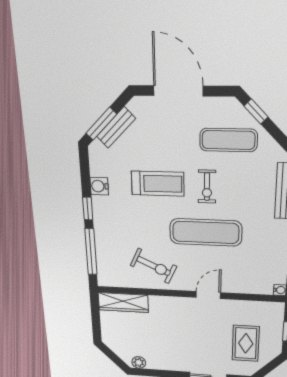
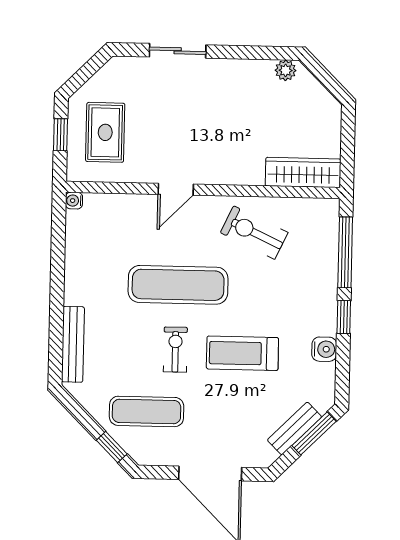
rug: (246, 343) -> (105, 132), moved

